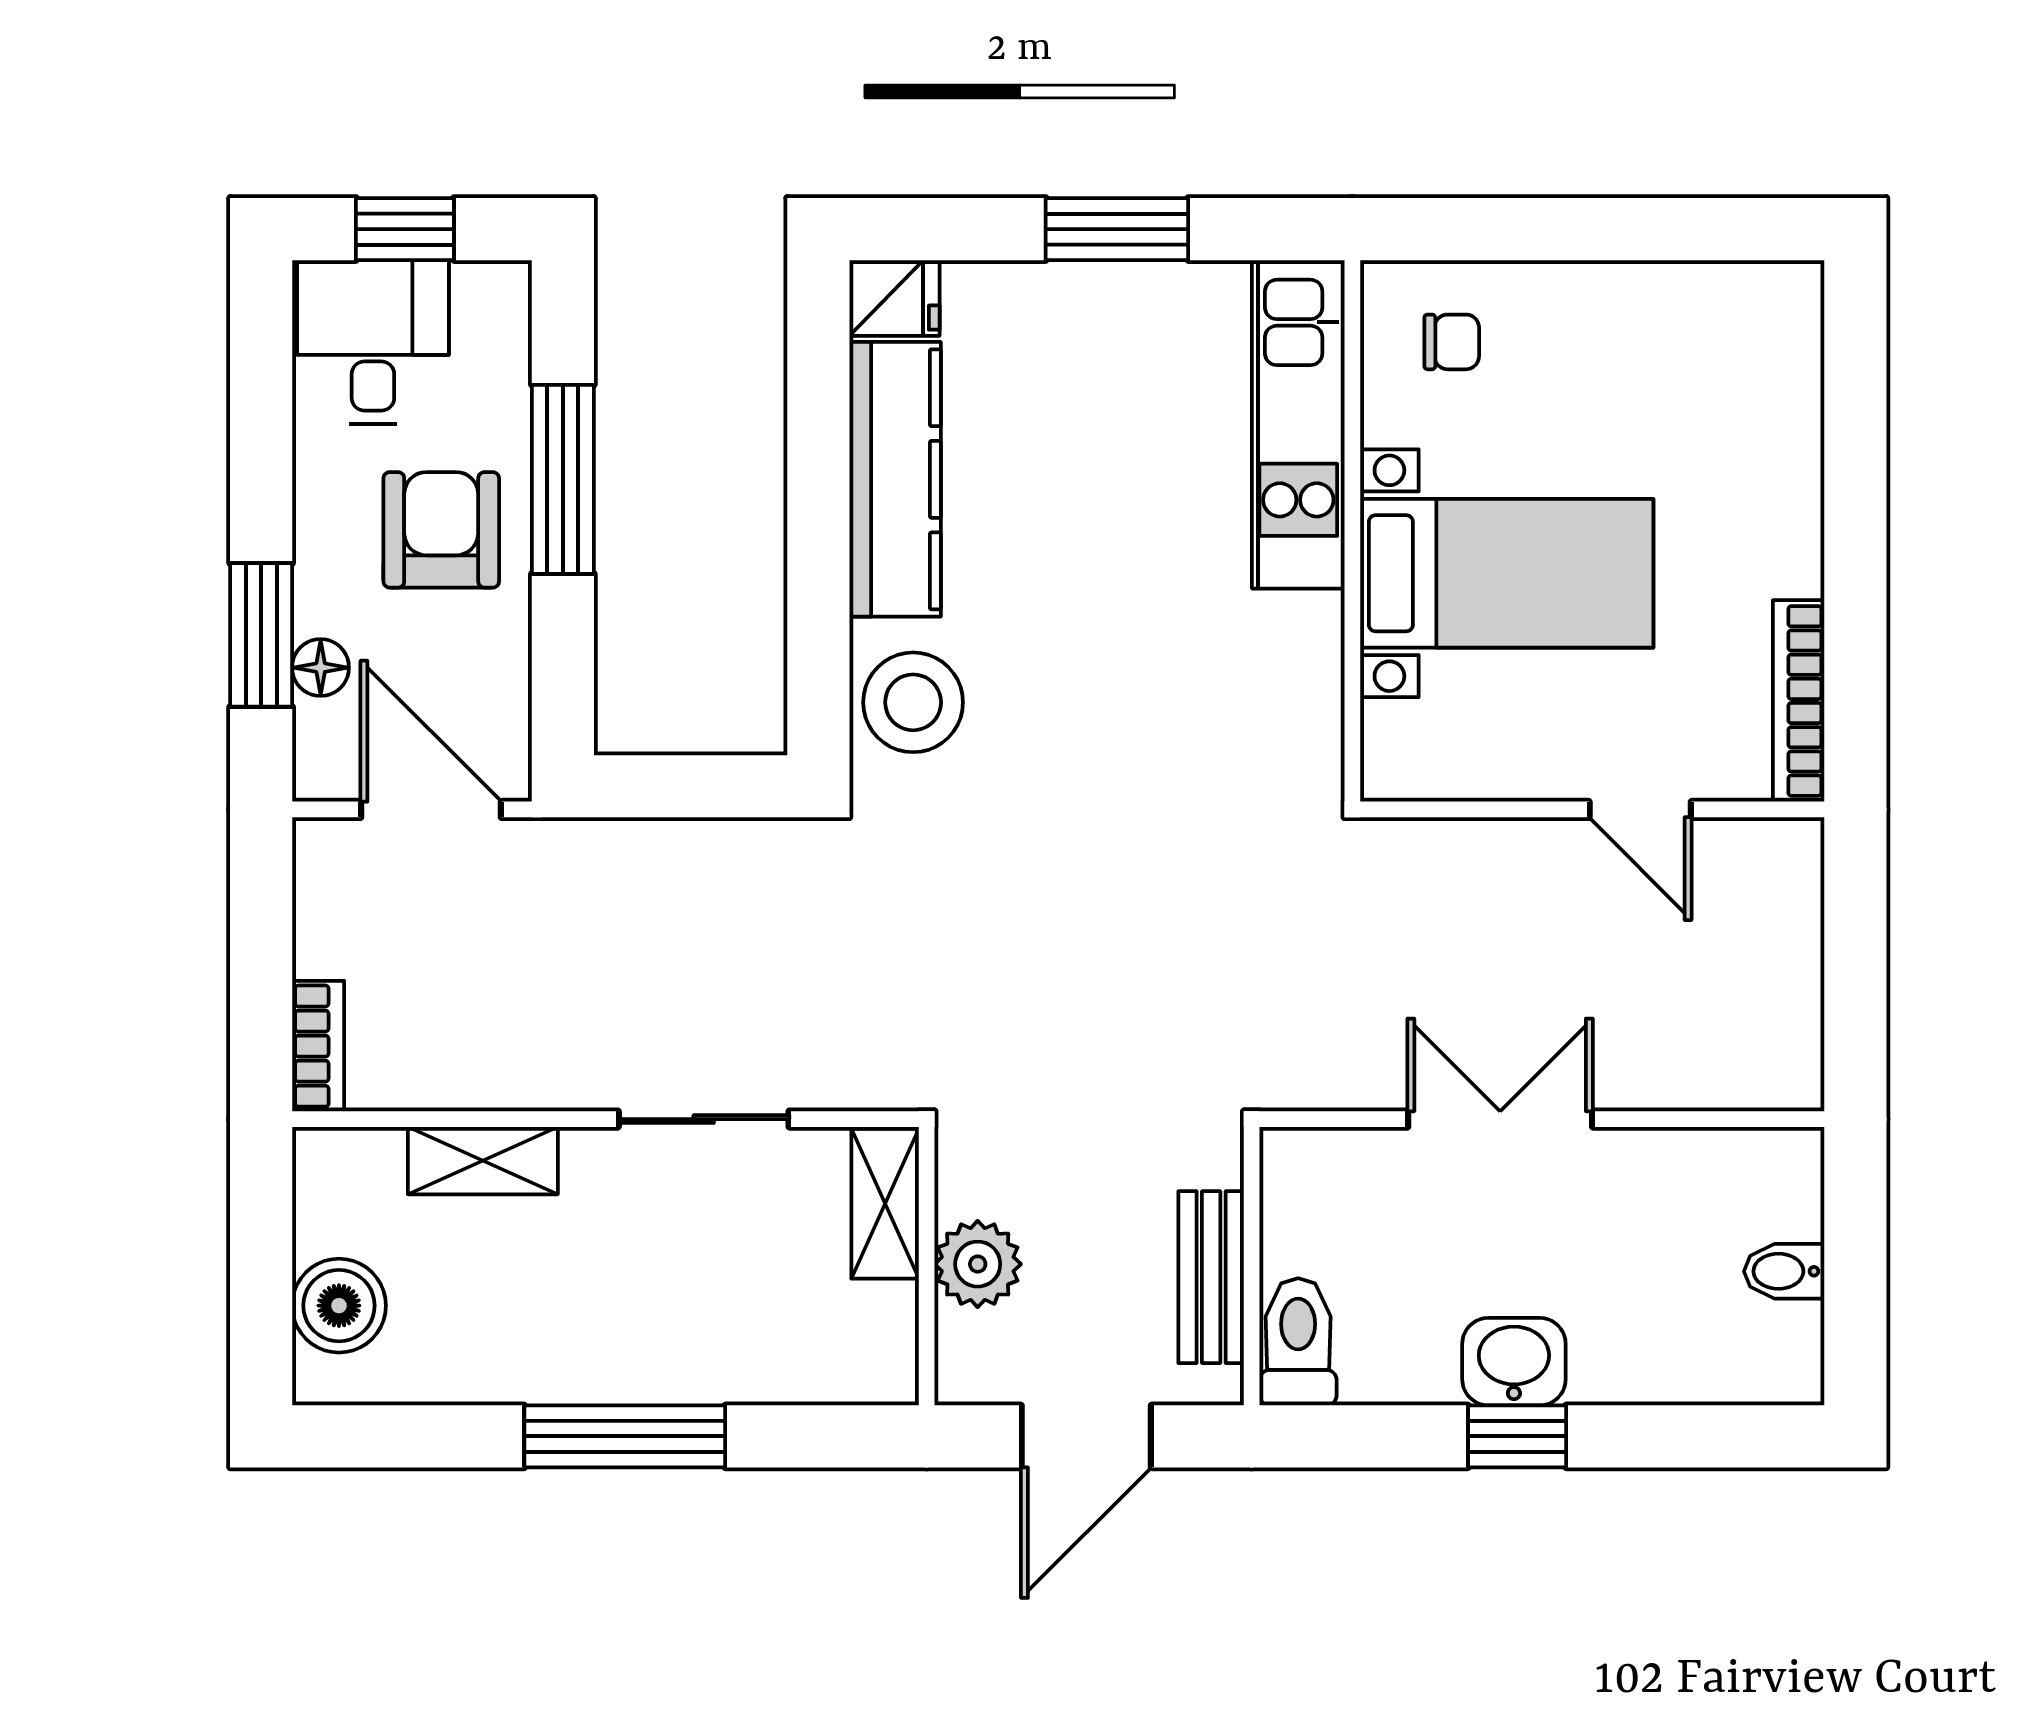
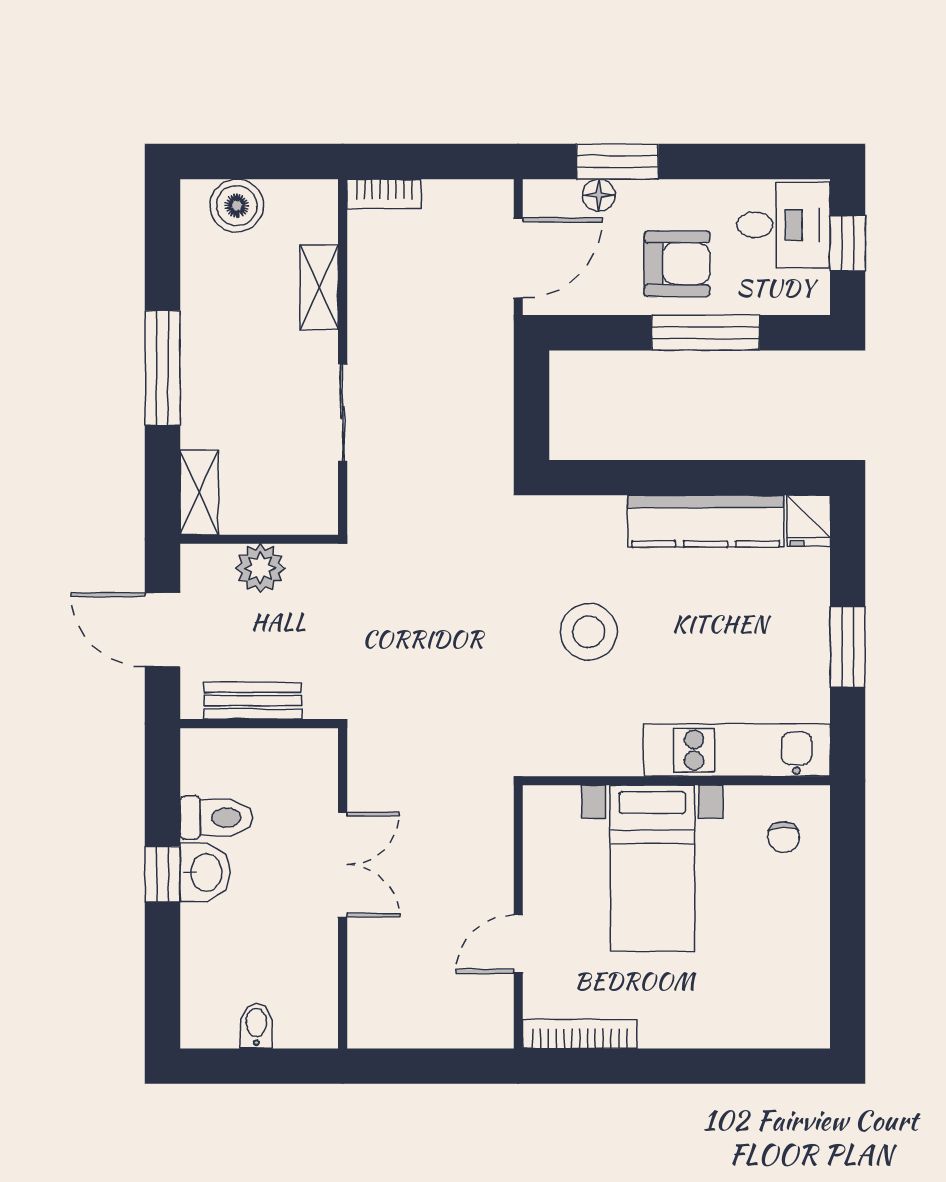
stool: (913, 702) -> (589, 632), moved
shelving: (885, 1204) -> (199, 492), moved, turned 90
toilet: (1298, 1342) -> (216, 818), moved

